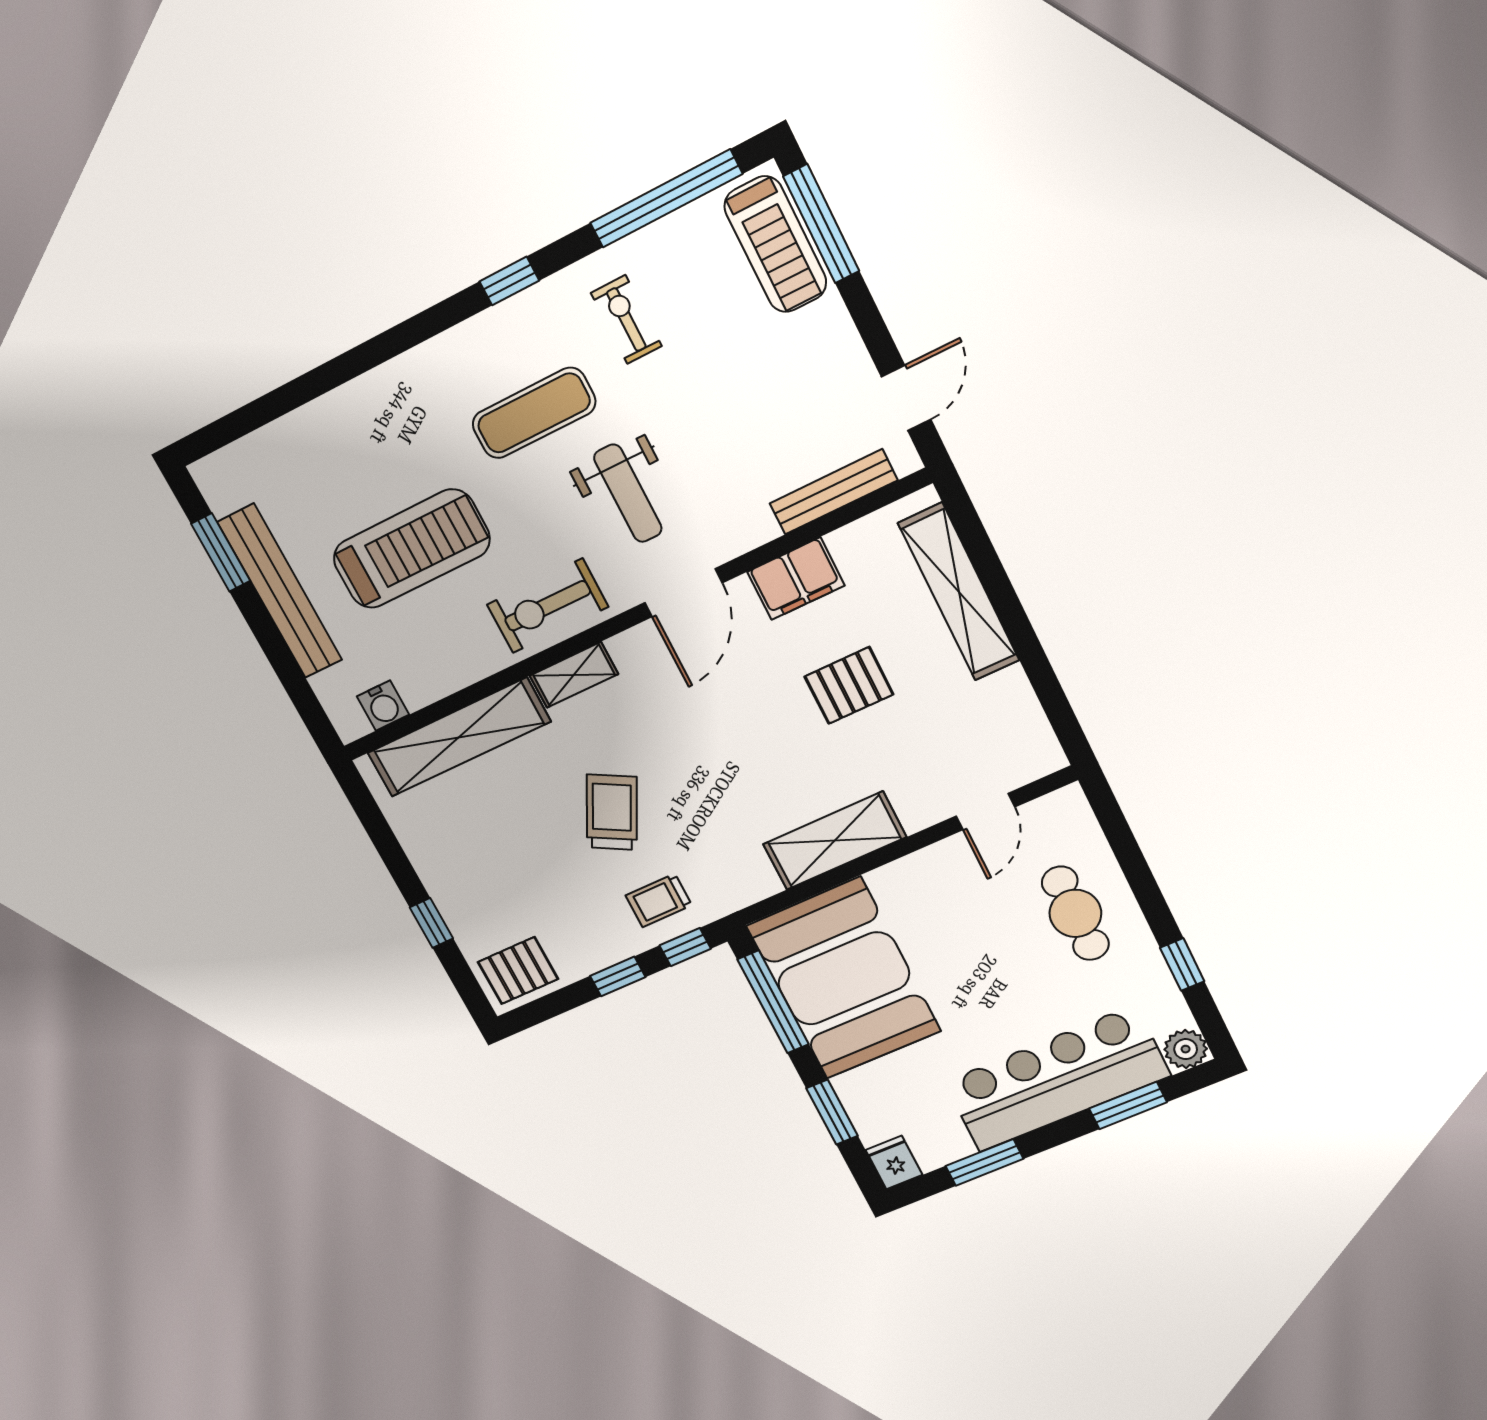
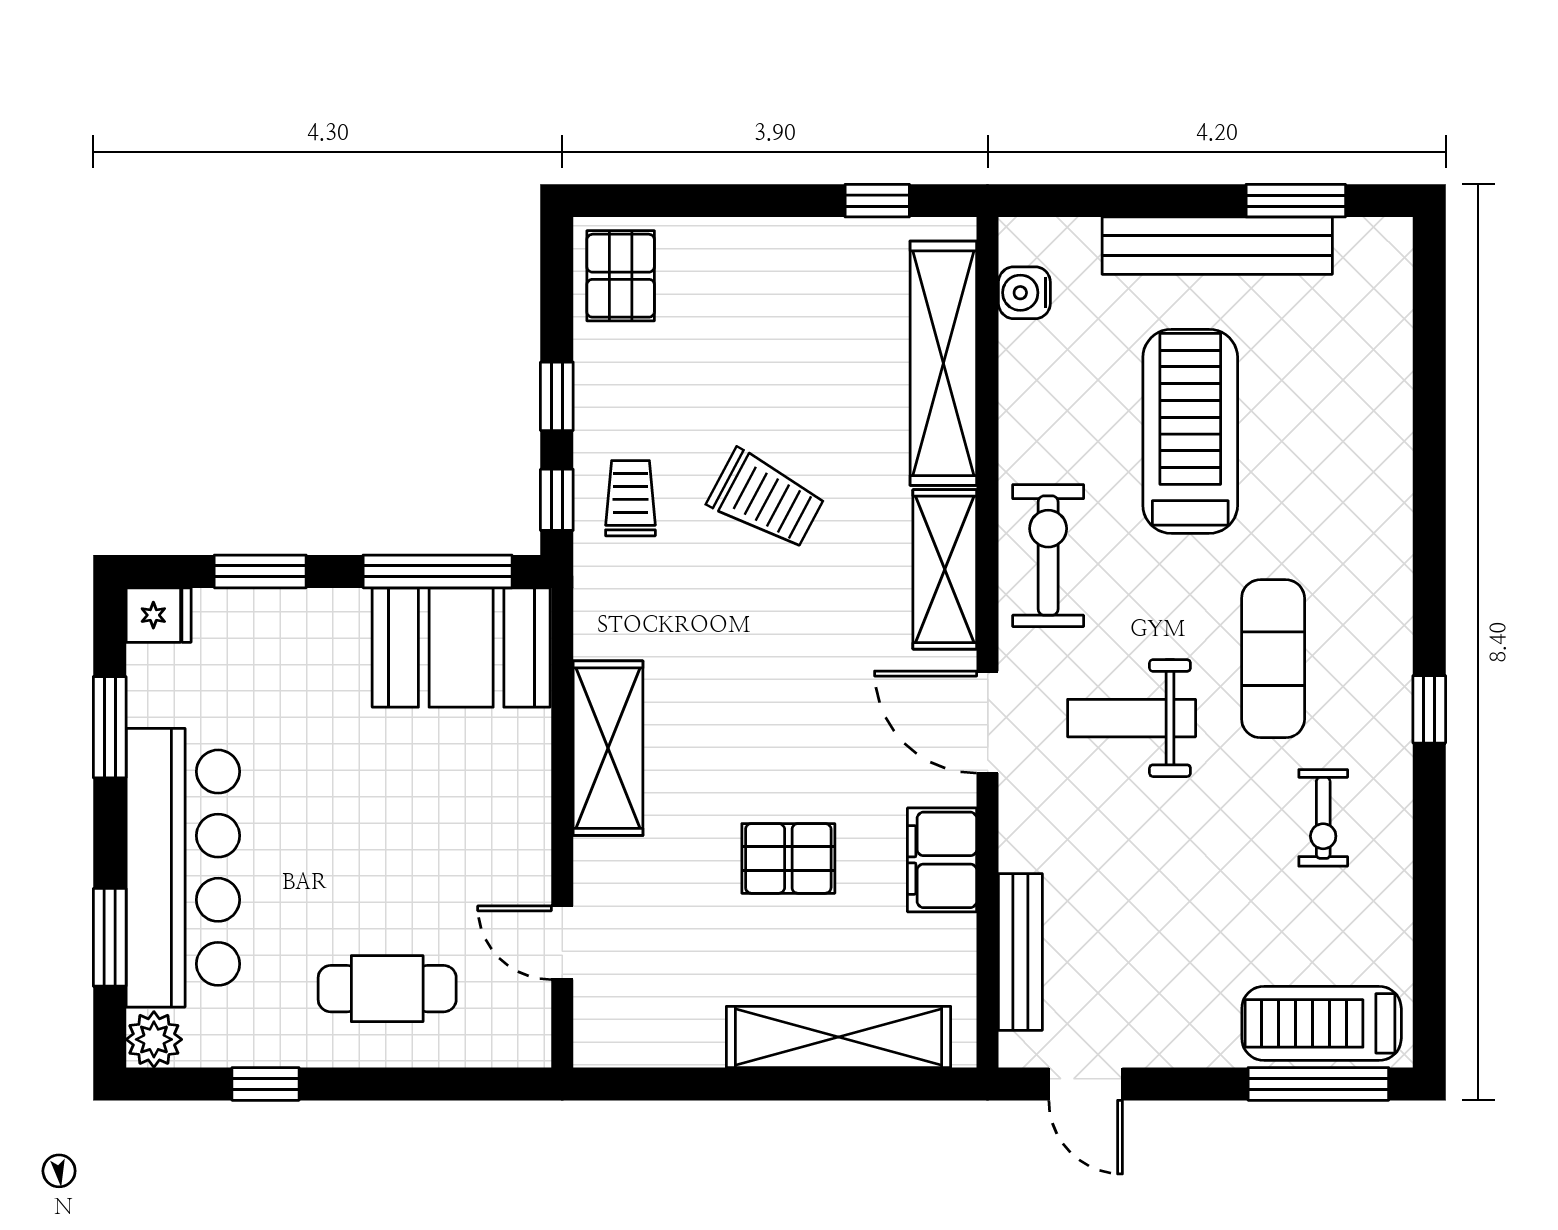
window: (666, 199) -> (1429, 929), removed
exercise bike: (626, 320) -> (1323, 818), turned 90
treadmill: (411, 549) -> (1190, 431), turned 180
shelving: (574, 675) -> (945, 569), width x1.50, depth x1.33
pallet: (849, 685) -> (788, 858), turned 90
window: (431, 923) -> (877, 201), moved
booth: (844, 979) -> (461, 647), width x0.73, depth x0.70

